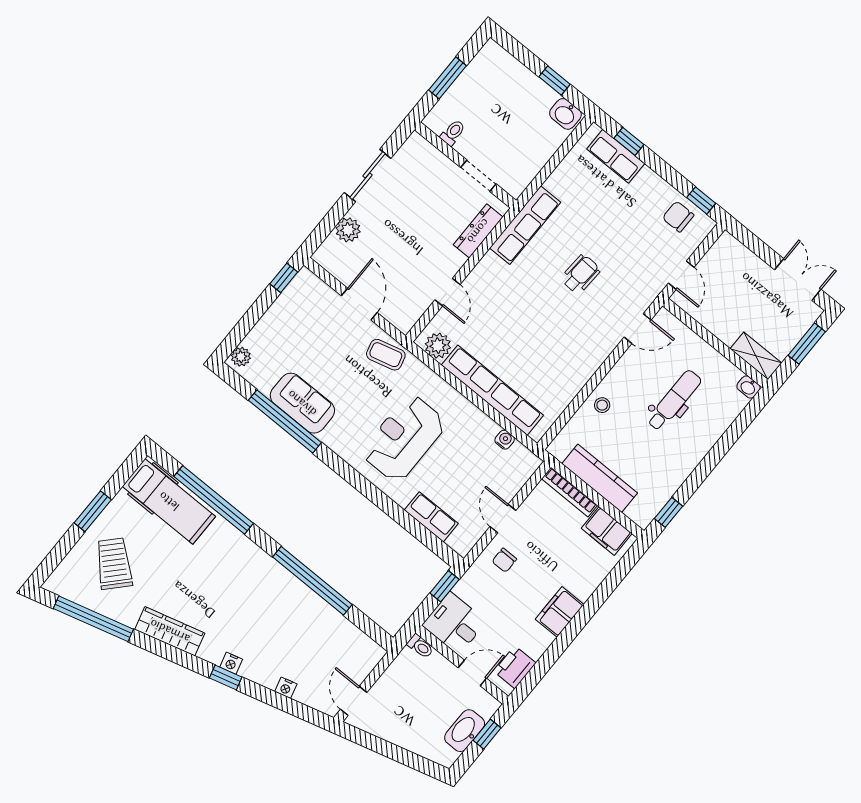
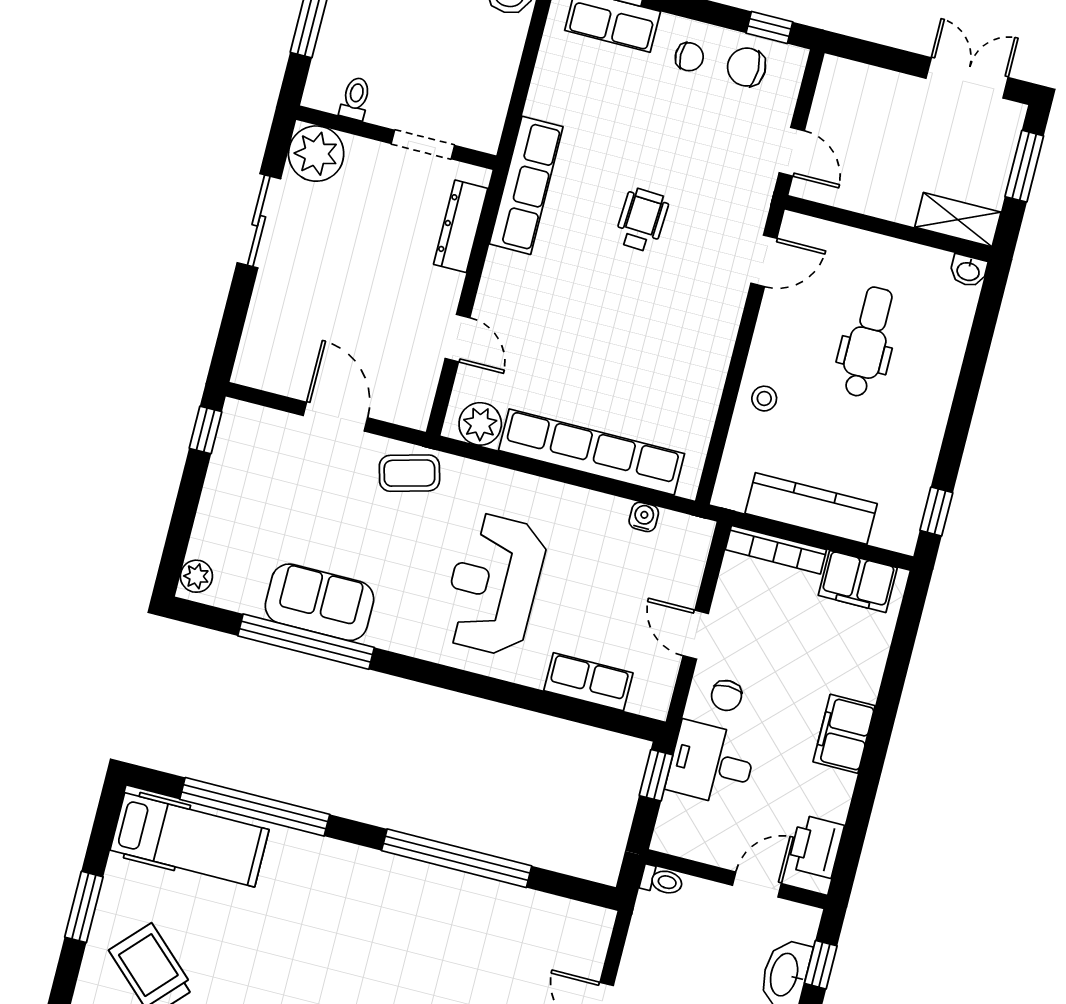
chair: (649, 196) -> (689, 57), added
plant: (348, 230) -> (316, 154), moved, width x1.36, depth x1.36
desk: (454, 623) -> (711, 763), moved

